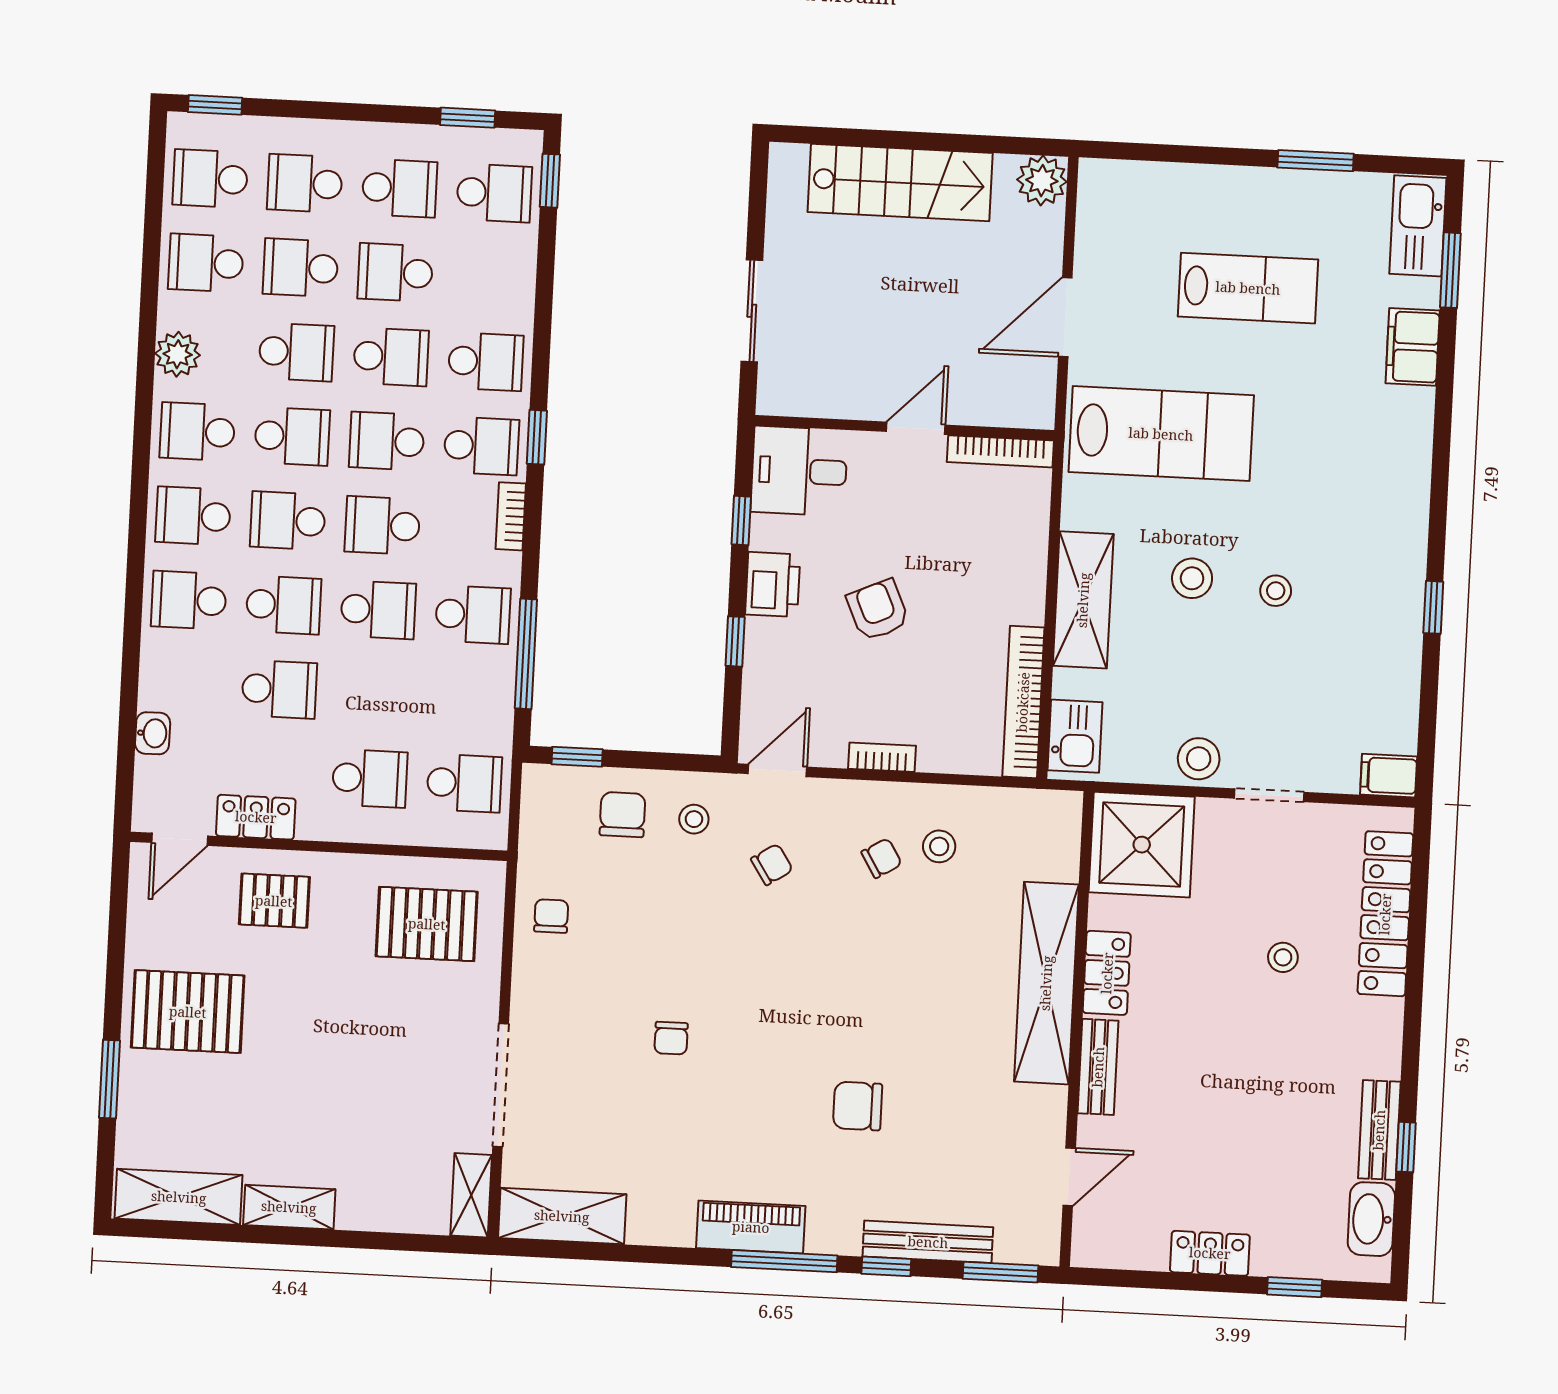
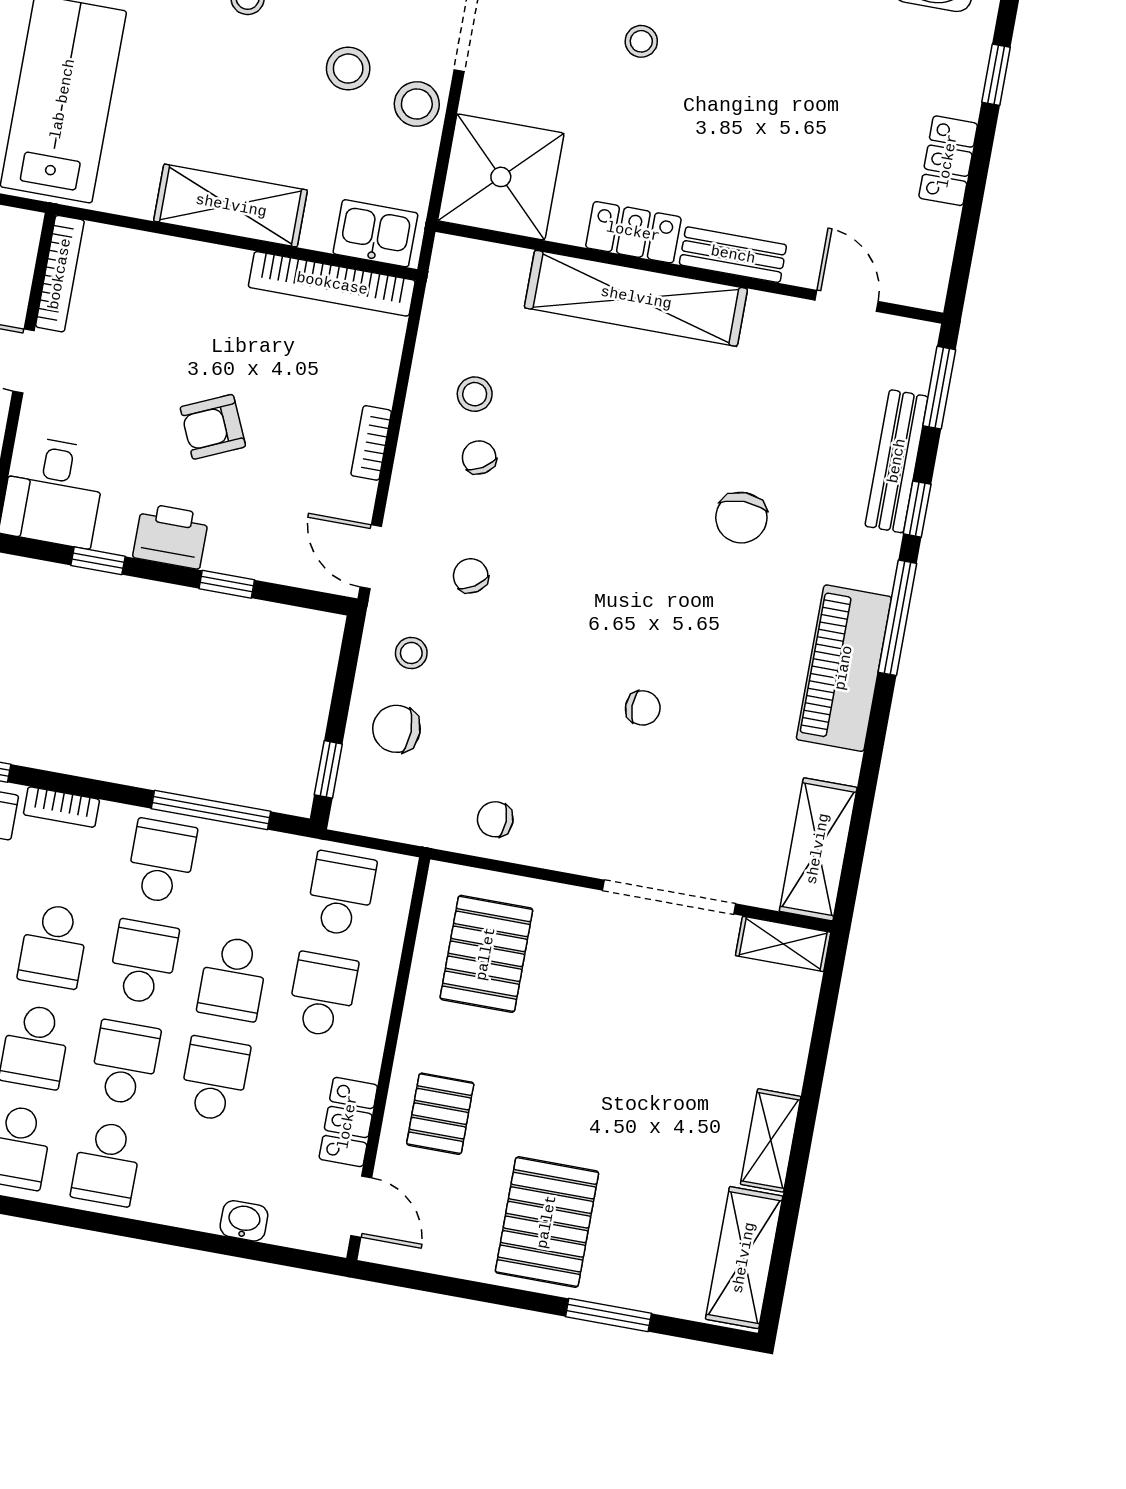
stool: (1192, 578) -> (348, 69), moved
school desk: (374, 694) -> (233, 978), added
piano: (751, 1227) -> (844, 668), width x1.37, depth x1.33

